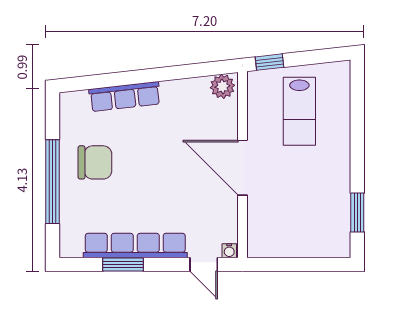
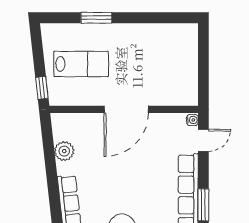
plant: (222, 86) -> (64, 151), moved
window: (357, 213) -> (96, 18), moved

